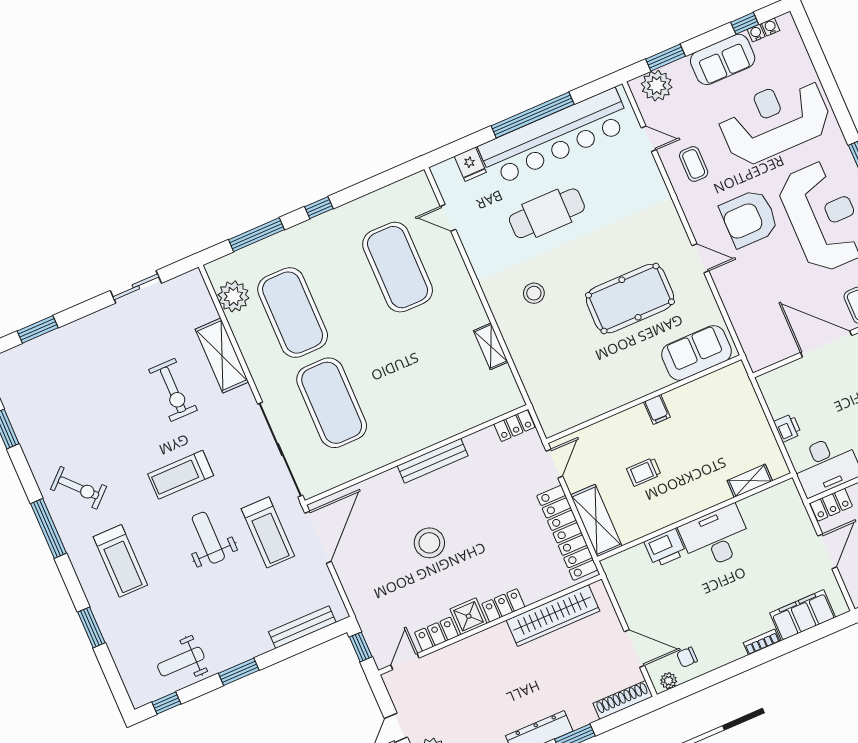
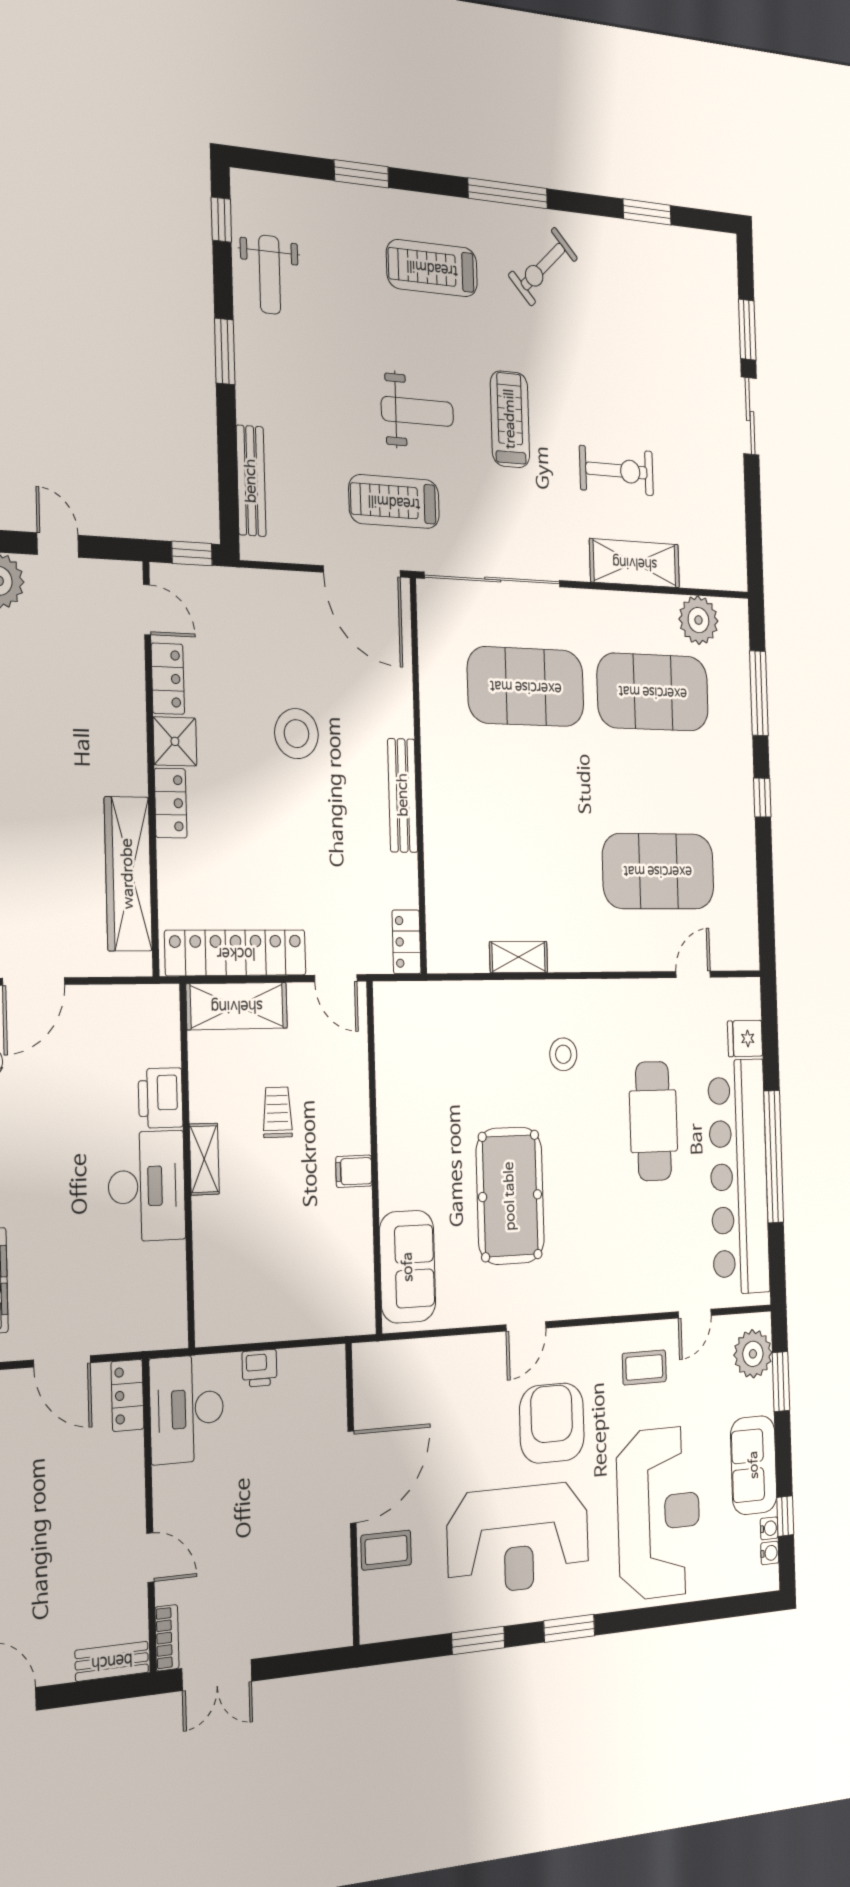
sliding door: (136, 287) -> (750, 416), moved
exercise bike: (173, 390) -> (616, 471), turned 180
shelving: (750, 481) -> (204, 1159), moved
weight bench: (181, 662) -> (270, 275), turned 180

